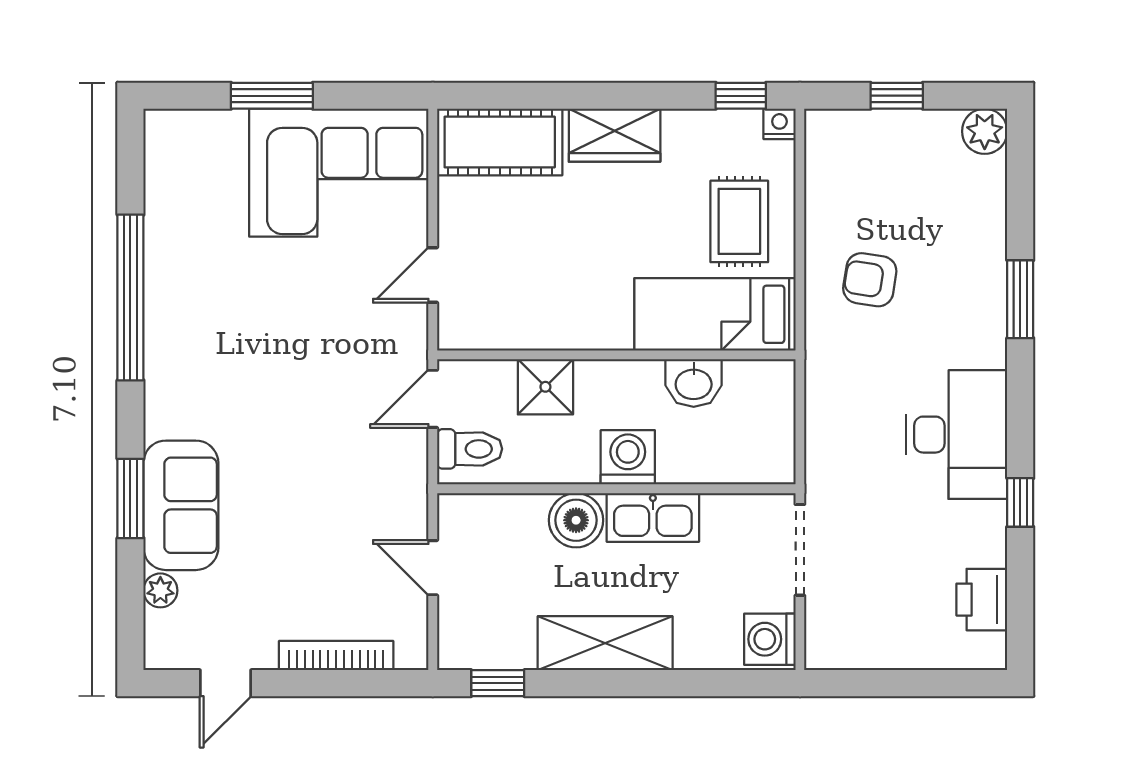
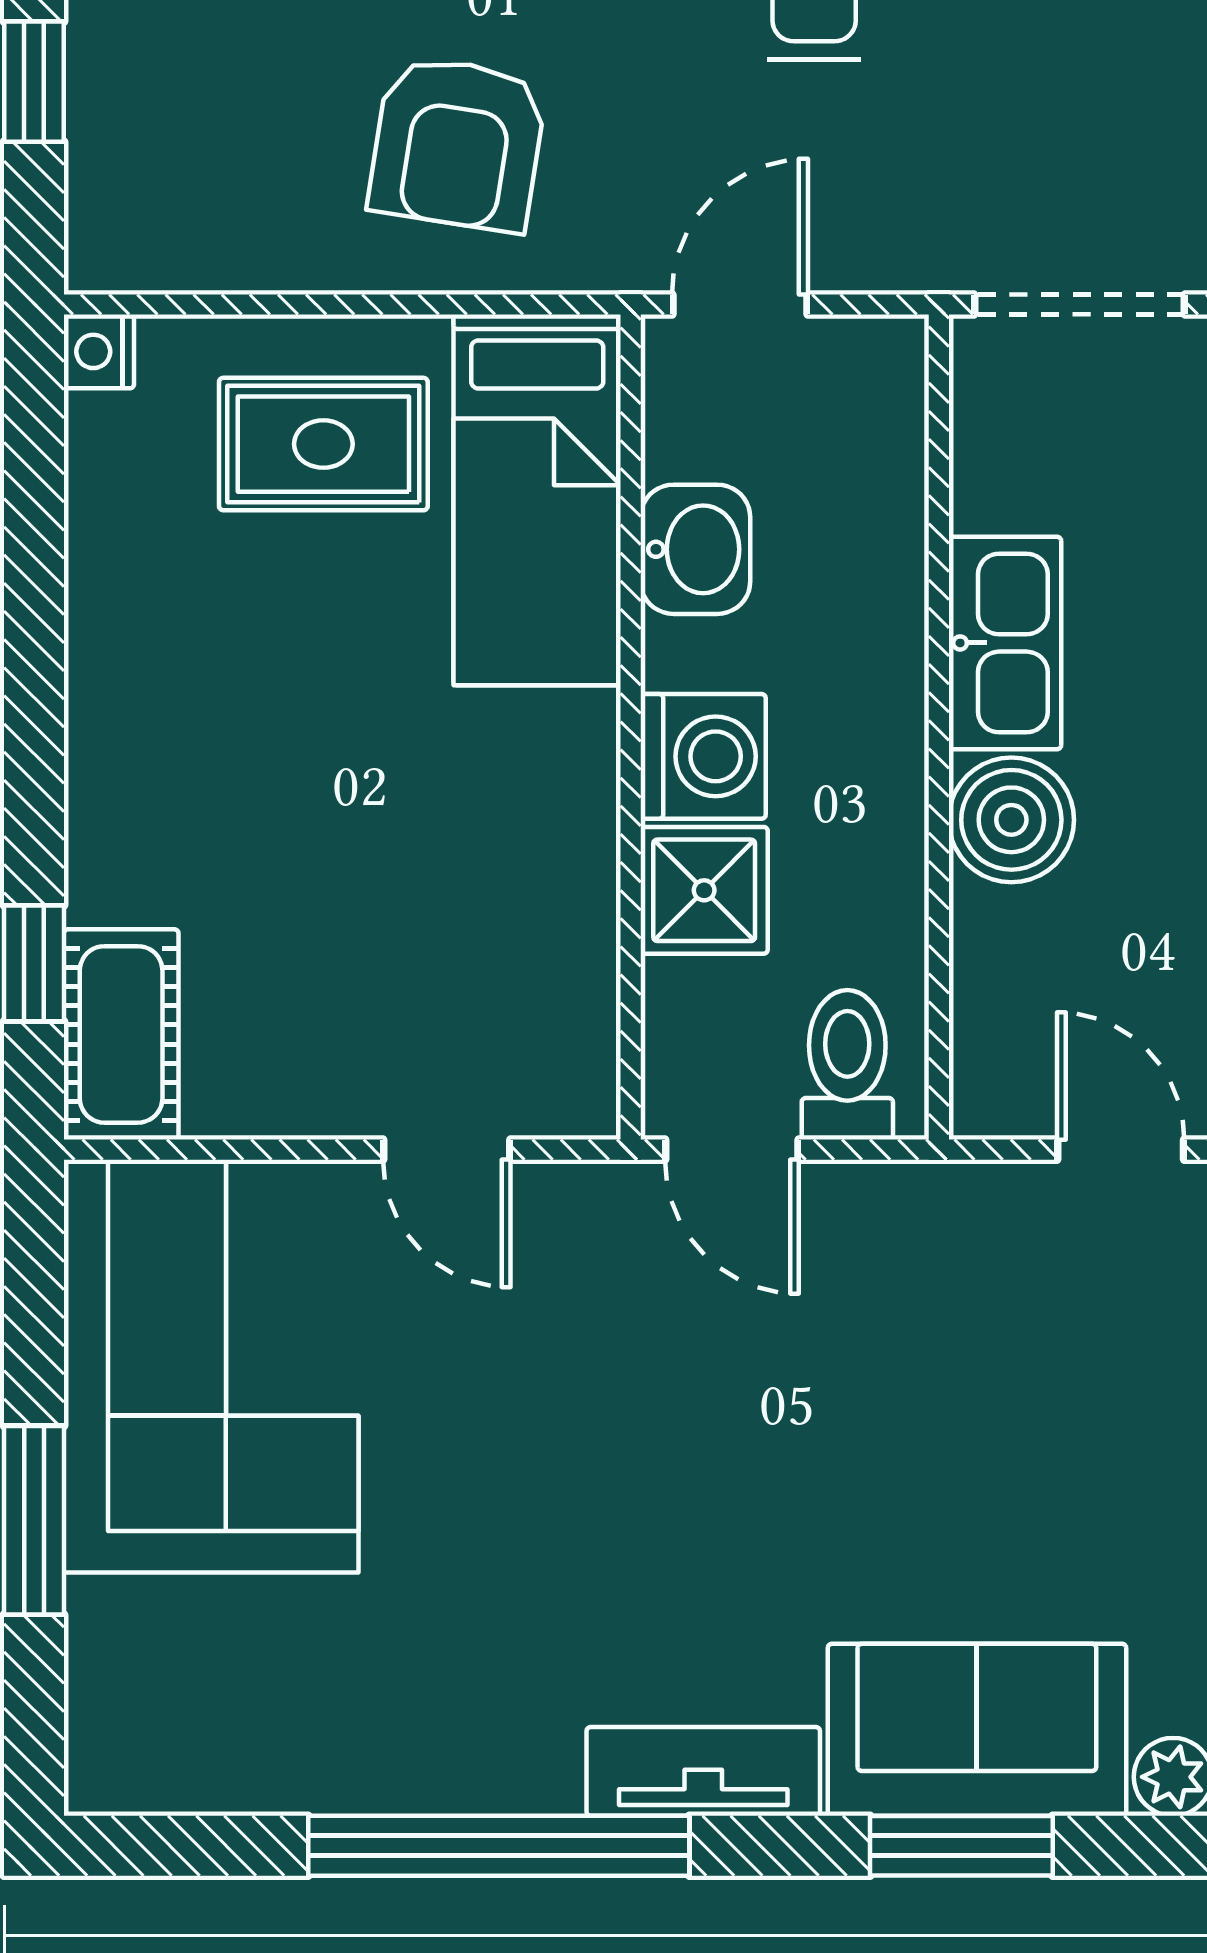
window: (741, 96) -> (34, 963), moved
wardrobe: (615, 135) -> (125, 731), removed
cot: (500, 142) -> (121, 1034), width x0.73, depth x0.75
armchair: (870, 280) -> (458, 144), width x1.38, depth x1.38
tv unit: (163, 386) -> (703, 1771), added
door: (800, 402) -> (740, 304), added
washing machine: (628, 457) -> (703, 756), moved, turned 180
door: (433, 568) -> (1121, 1150), swing flipped

